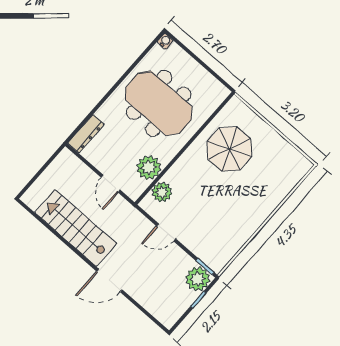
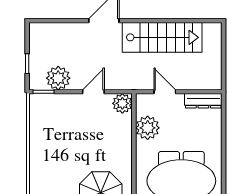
dresser: (86, 134) -> (203, 101), moved, turned -90
plant: (162, 192) -> (122, 103), moved
plant: (198, 279) -> (58, 78), moved

